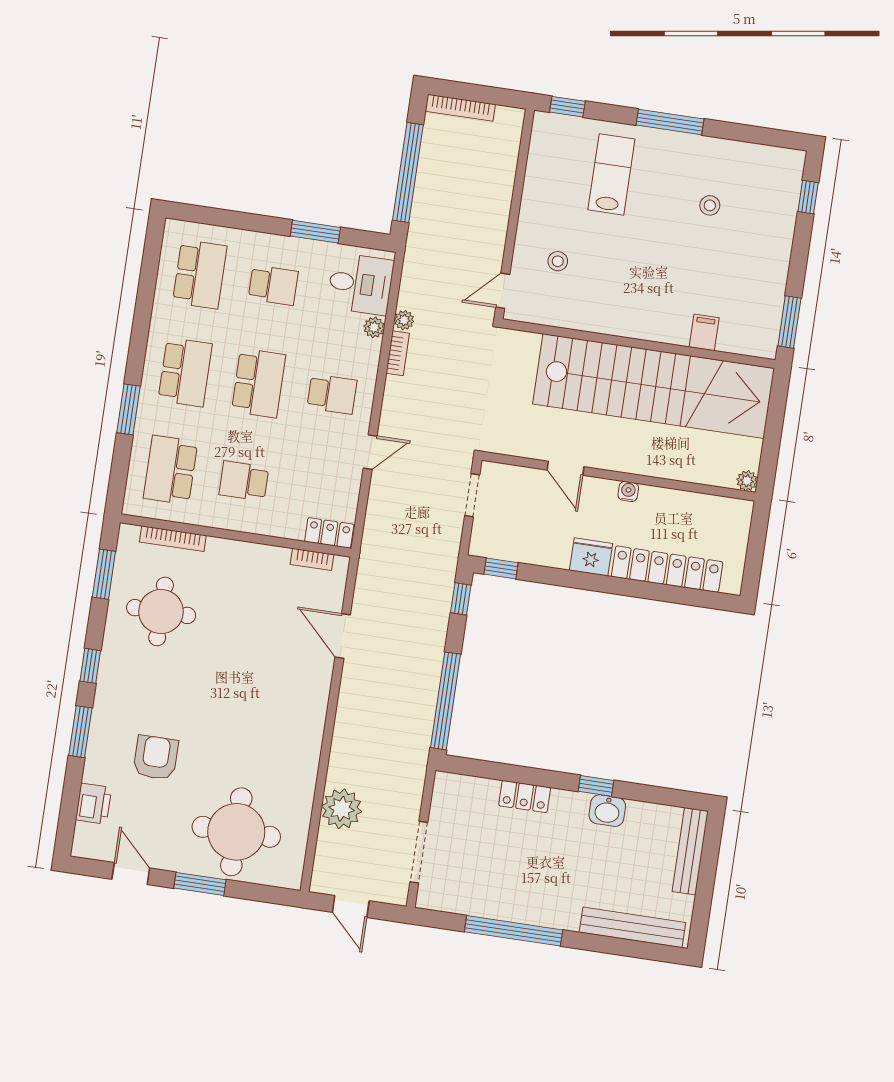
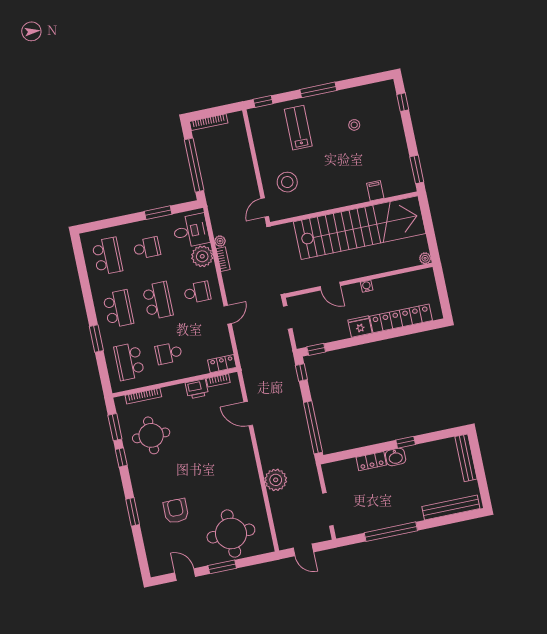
stool: (558, 261) -> (287, 182), width x1.89, depth x1.89
plant: (374, 327) -> (202, 256), width x1.88, depth x1.88
window: (90, 666) -> (121, 457), moved
printer: (93, 804) -> (197, 389), moved, turned 90
plant: (342, 809) -> (276, 480), moved
washbasin: (607, 811) -> (396, 457), moved

